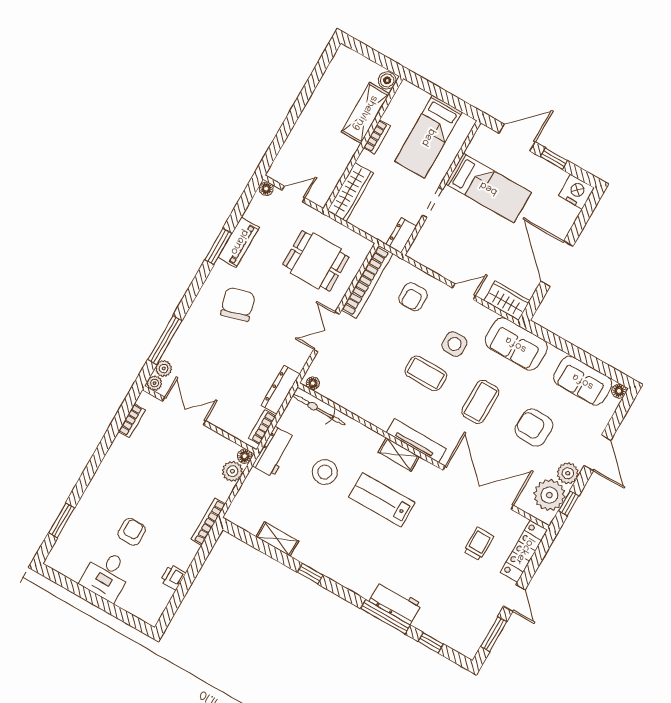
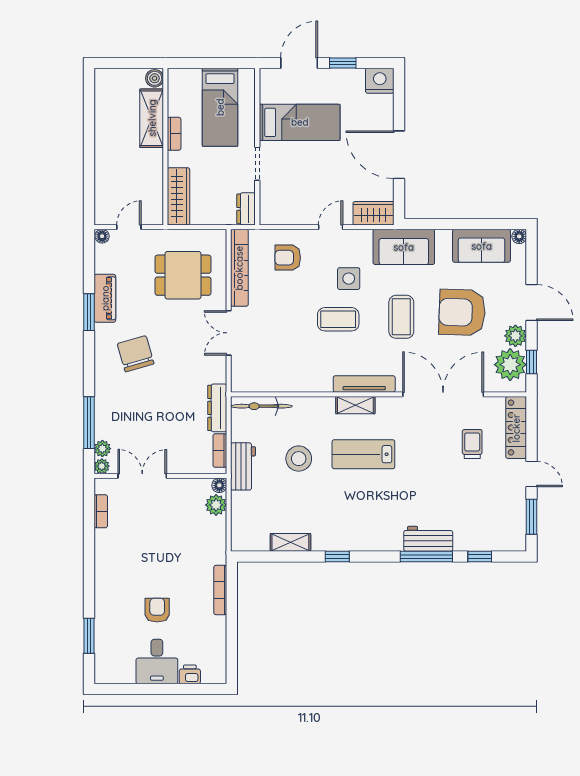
armchair: (413, 297) -> (288, 258), turned 90
floor lamp: (313, 383) -> (243, 386), removed
armchair: (534, 428) -> (462, 312), width x1.36, depth x1.36
bookcase: (208, 522) -> (220, 590), moved
printer: (173, 577) -> (190, 674), moved, turned 90

